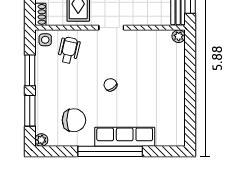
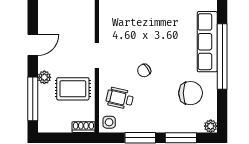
chair: (110, 85) -> (144, 70), moved
chair: (74, 120) -> (191, 93), turned 90

